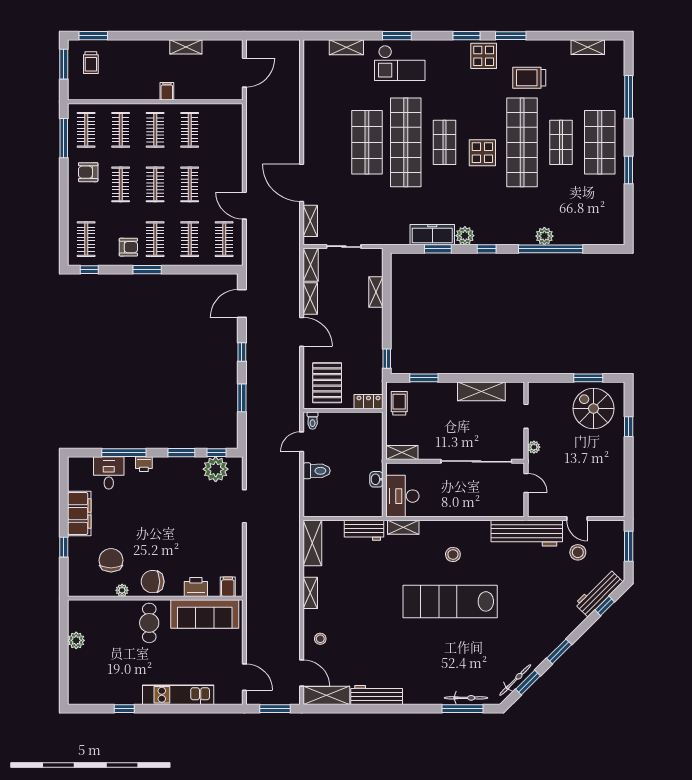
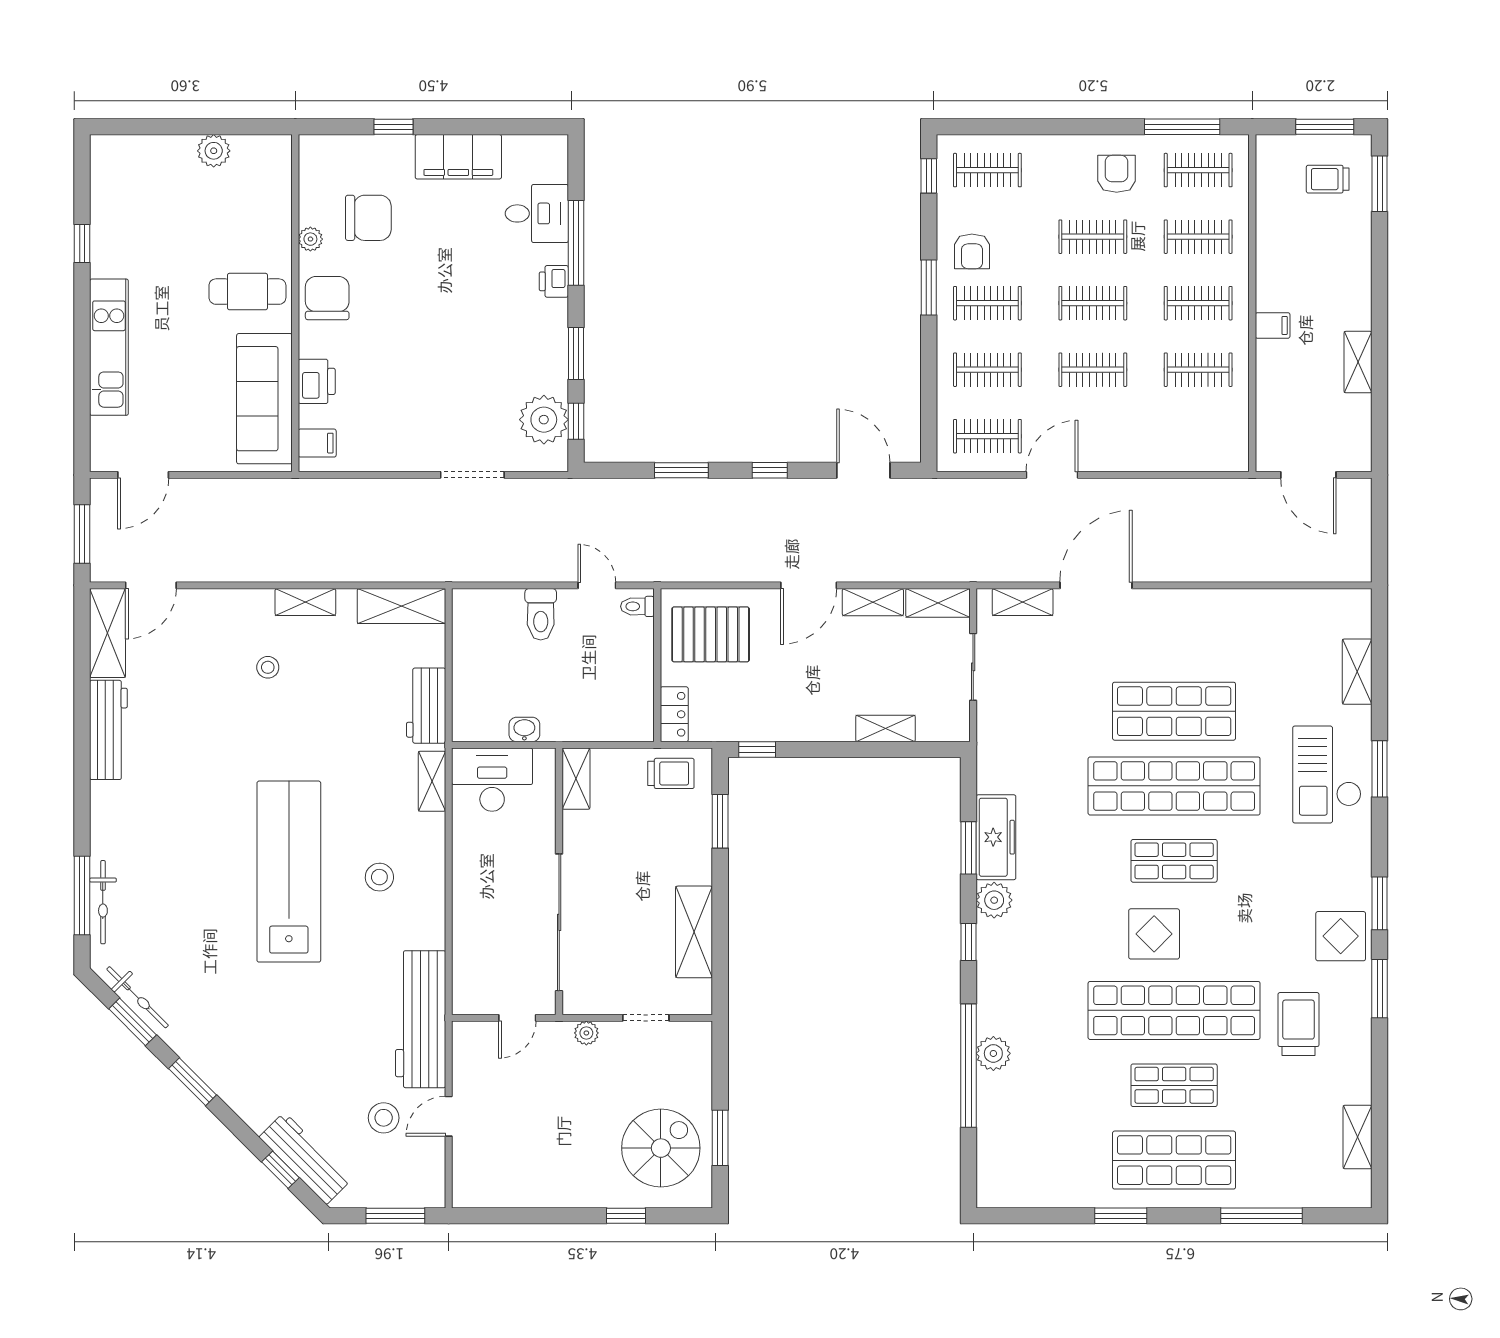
stool: (320, 639) -> (268, 667), moved

